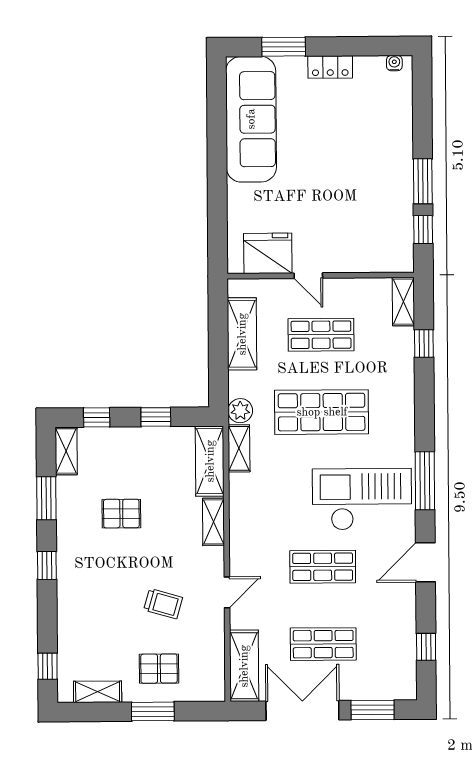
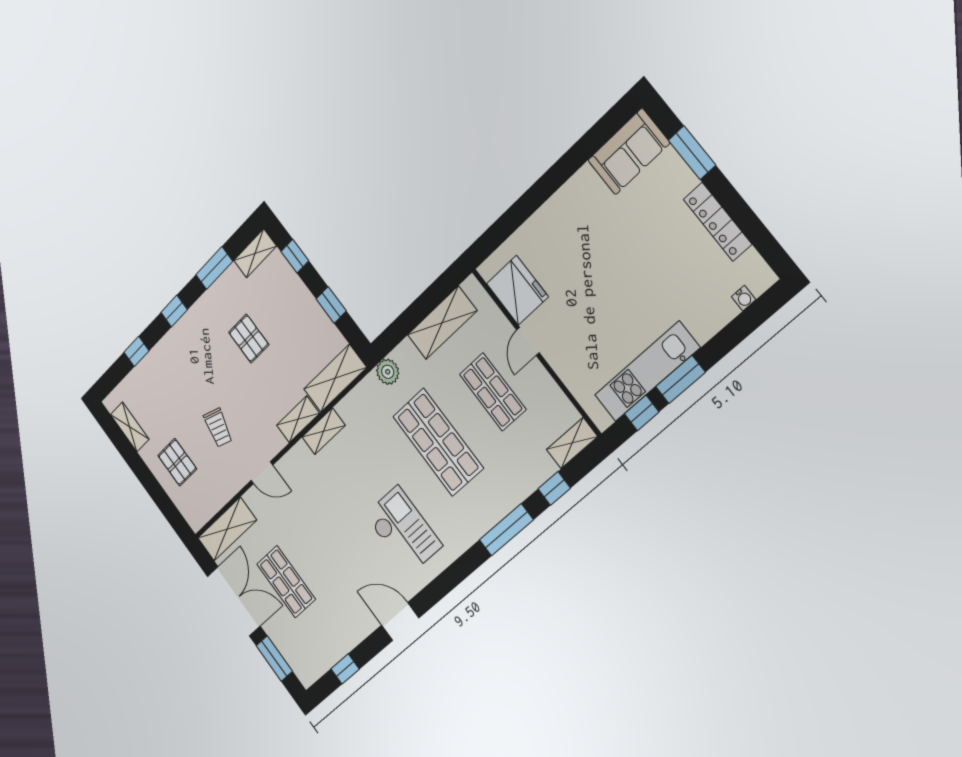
water cooler: (394, 63) -> (744, 298), moved, turned 90
locker: (330, 67) -> (717, 222), width x1.53
sofa: (251, 119) -> (629, 152), width x0.54, depth x0.79
kitchen unit: (399, 202) -> (647, 372), added
shelving: (239, 448) -> (324, 431), moved
window: (425, 481) -> (506, 530), moved
checkout: (362, 499) -> (403, 530), width x0.73, depth x0.83
shop shelf: (323, 567) -> (335, 537), removed
window: (48, 666) -> (136, 351), moved
window: (153, 711) -> (149, 482), removed

